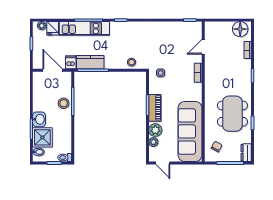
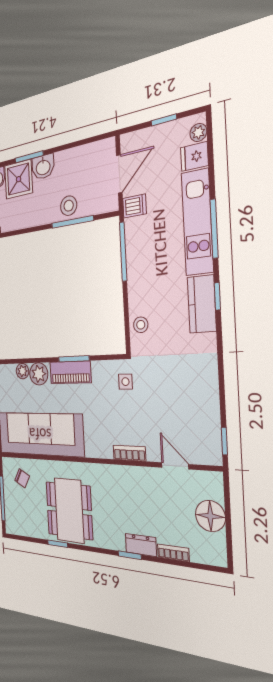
floor lamp: (240, 29) -> (210, 516), moved
kitchen counter: (90, 62) -> (202, 304), moved, turned 180
dining table: (232, 114) -> (69, 510), turned 90
dresser: (246, 153) -> (141, 545), moved

